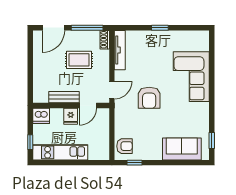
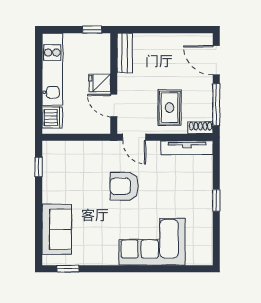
rug: (79, 60) -> (170, 108), moved
bench: (64, 97) -> (125, 53), moved
dishwasher: (41, 116) -> (52, 118), moved, turned 180
window: (30, 142) -> (92, 30), moved
armchair: (124, 146) -> (60, 154), removed

